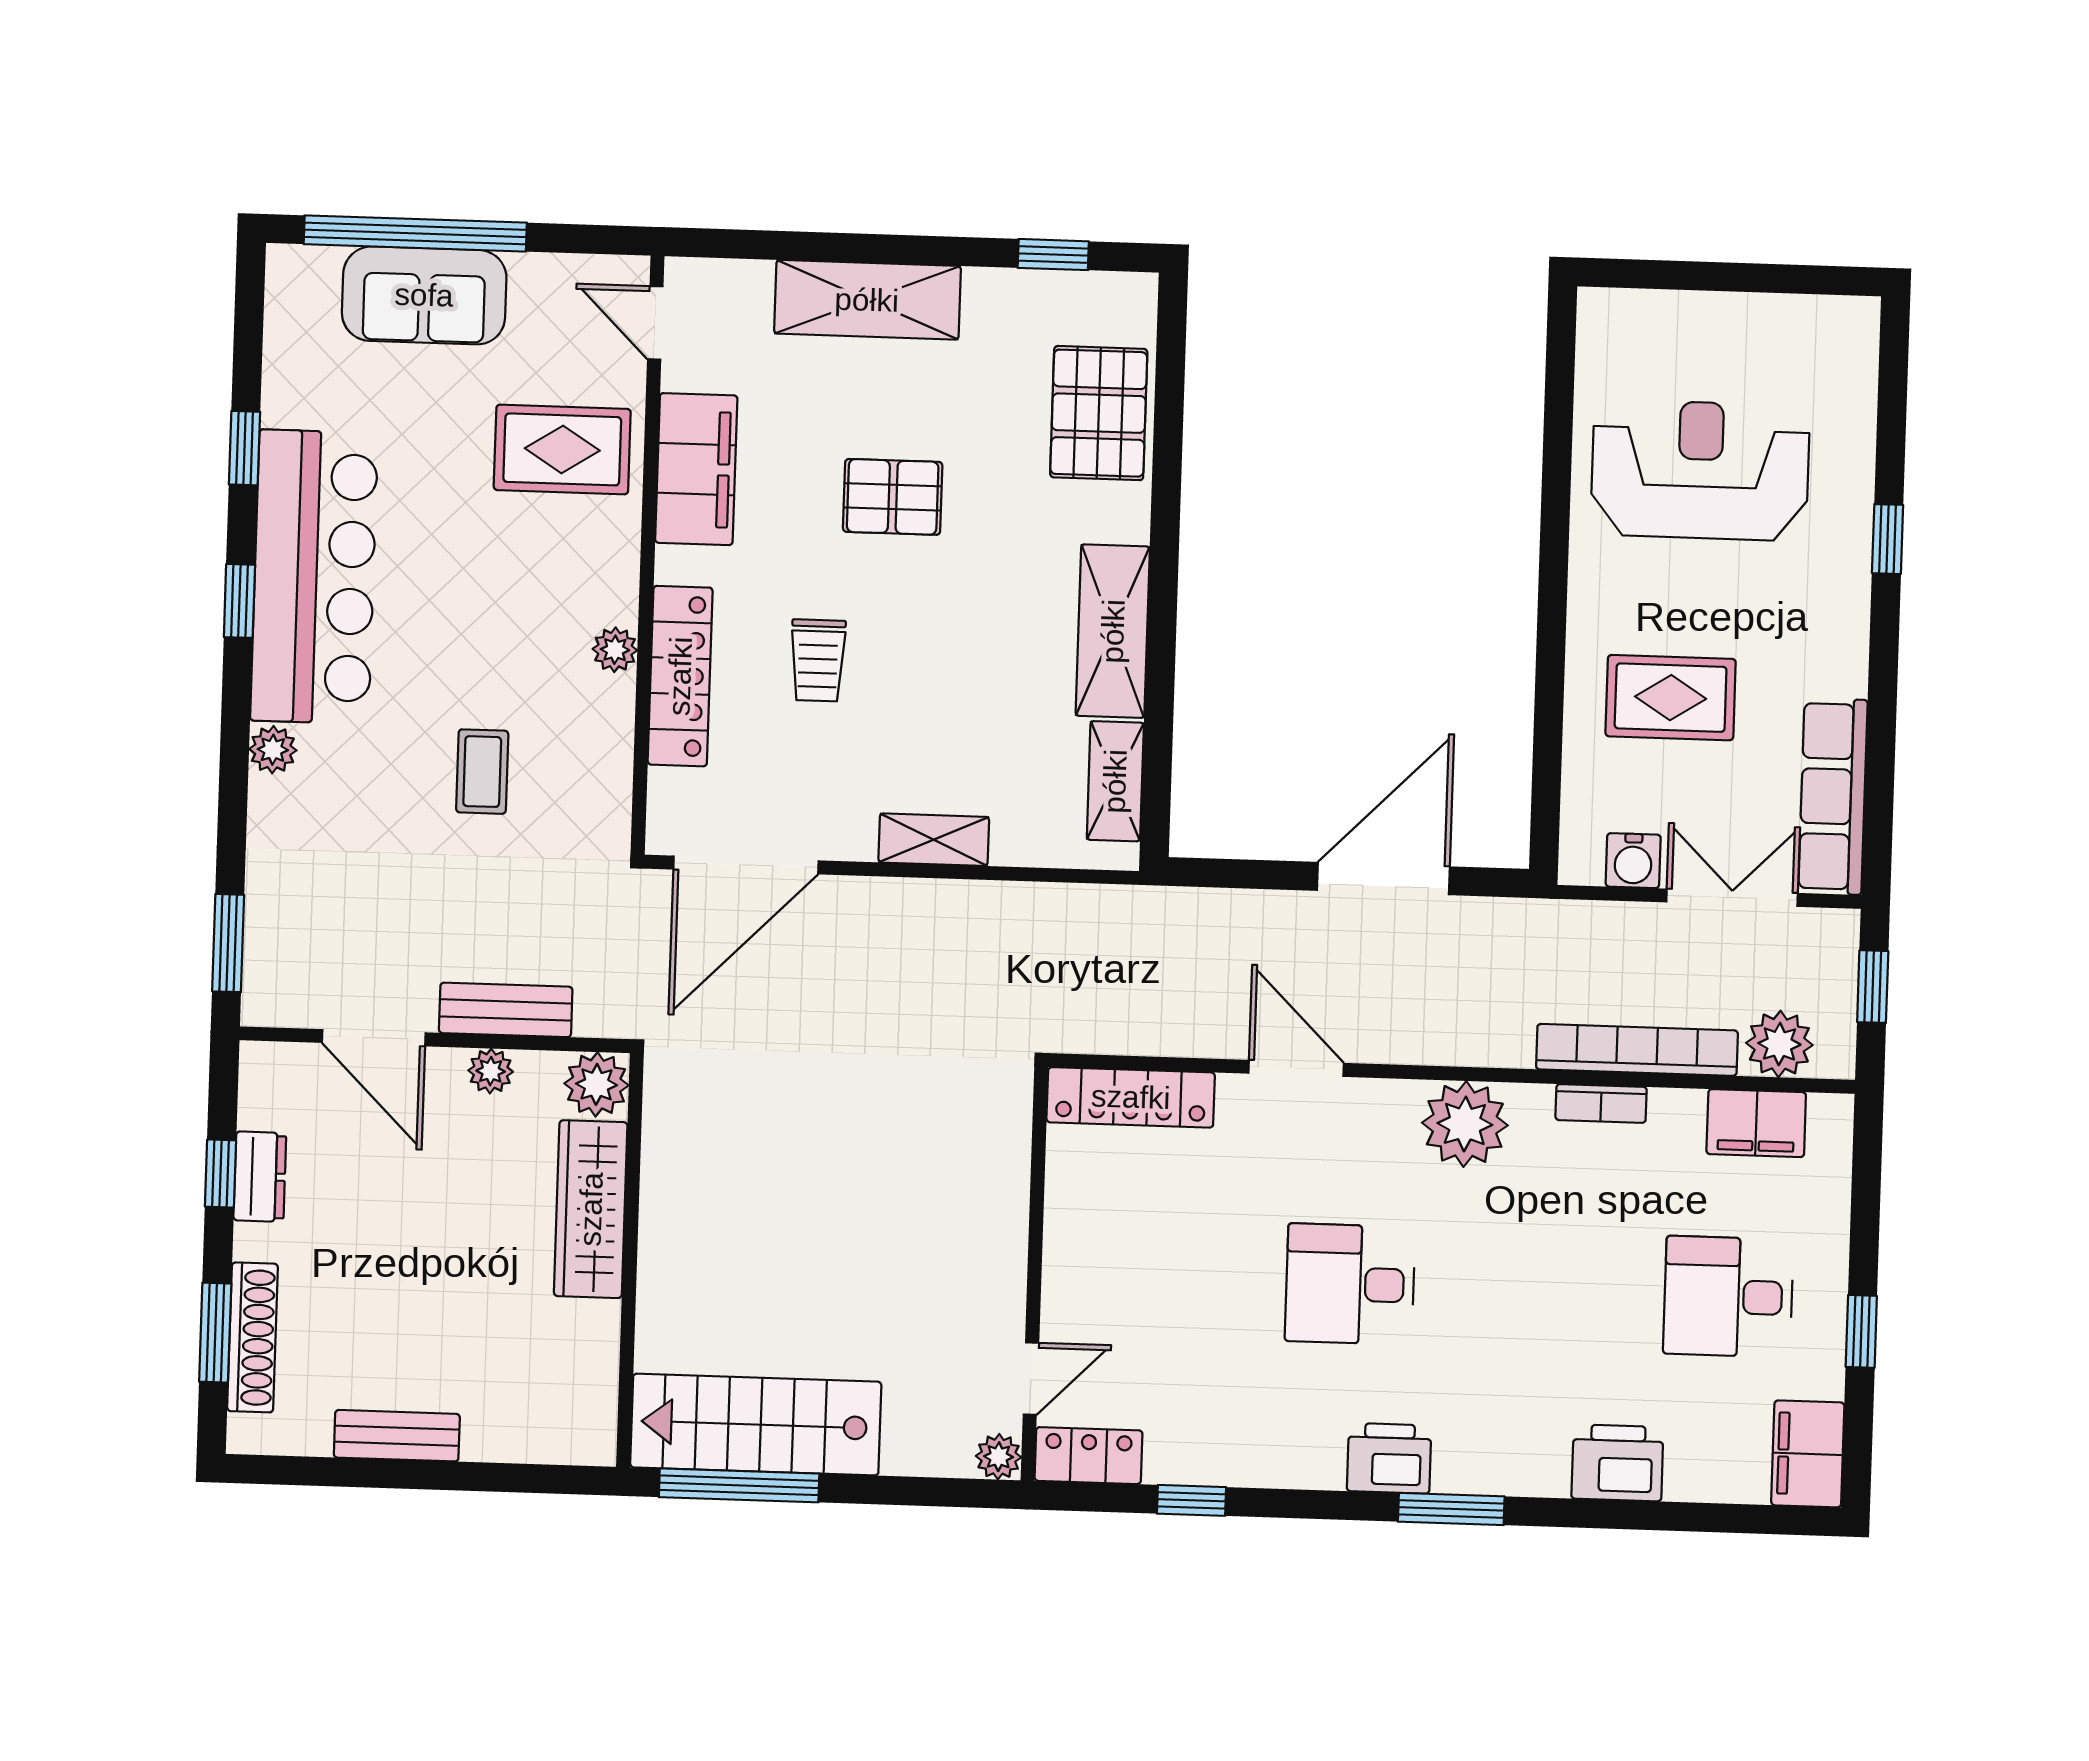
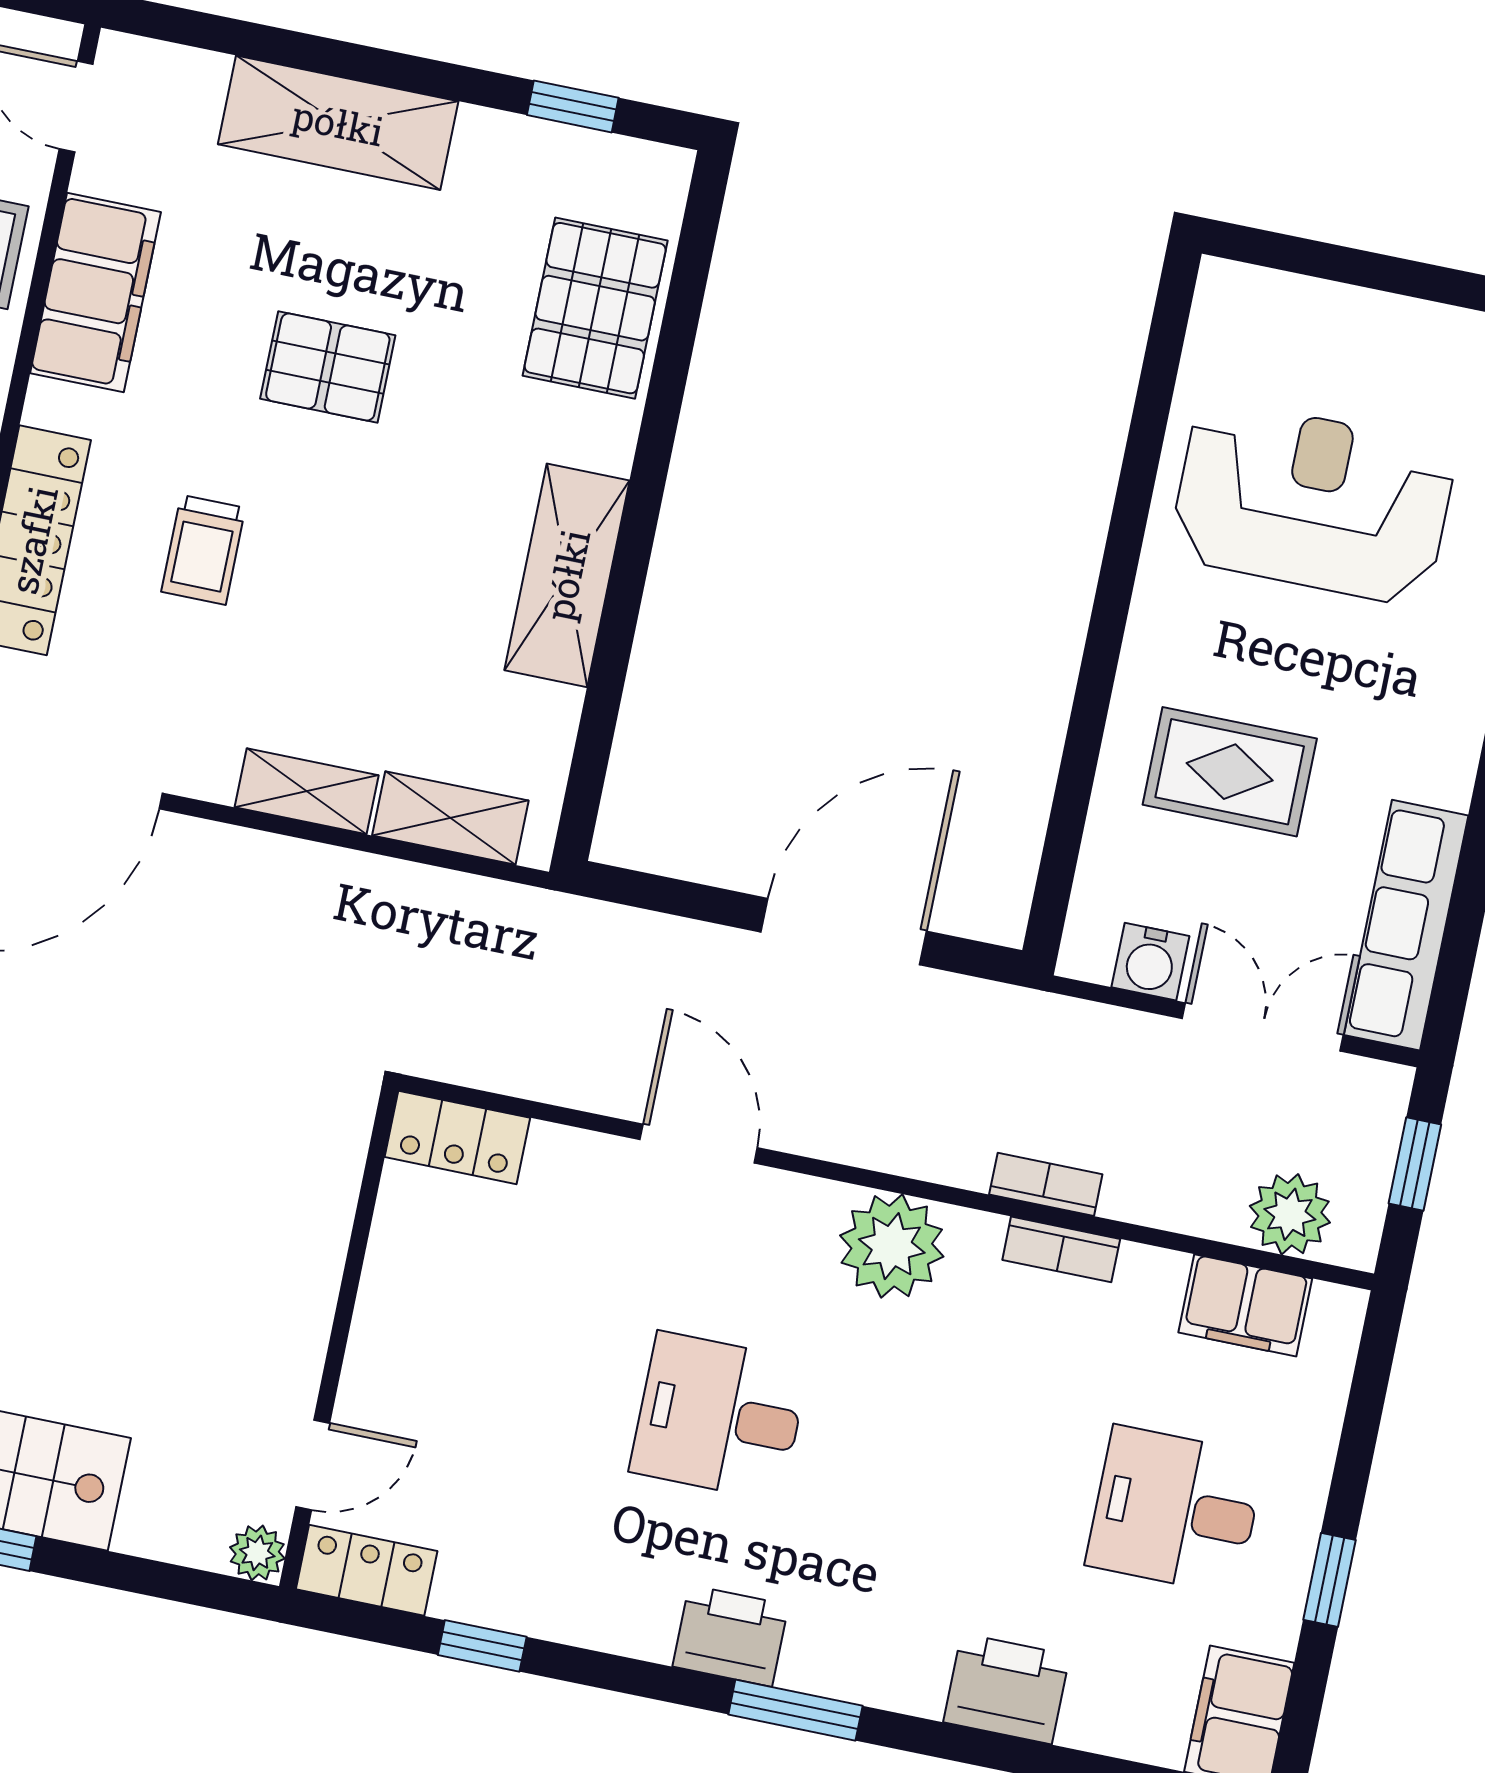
shelving: (1115, 781) -> (450, 818), moved, turned 90
bookcase: (1637, 1050) -> (1046, 1184), width x0.43, depth x0.76
locker: (1131, 1097) -> (457, 1137), width x0.66

